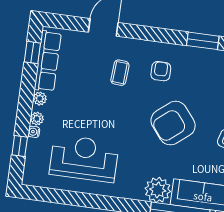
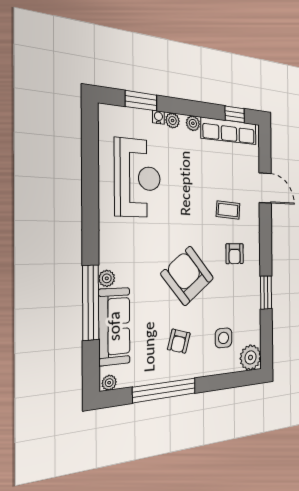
armchair: (161, 71) -> (235, 254), turned 90
window: (20, 146) -> (141, 101), width x1.50
plant: (158, 190) -> (107, 278), width x0.53, depth x0.53

